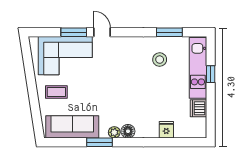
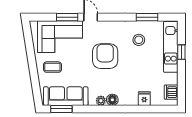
armchair: (119, 79) -> (105, 56), added
dishwasher: (198, 108) -> (171, 92), moved
window: (100, 142) -> (61, 109), moved

